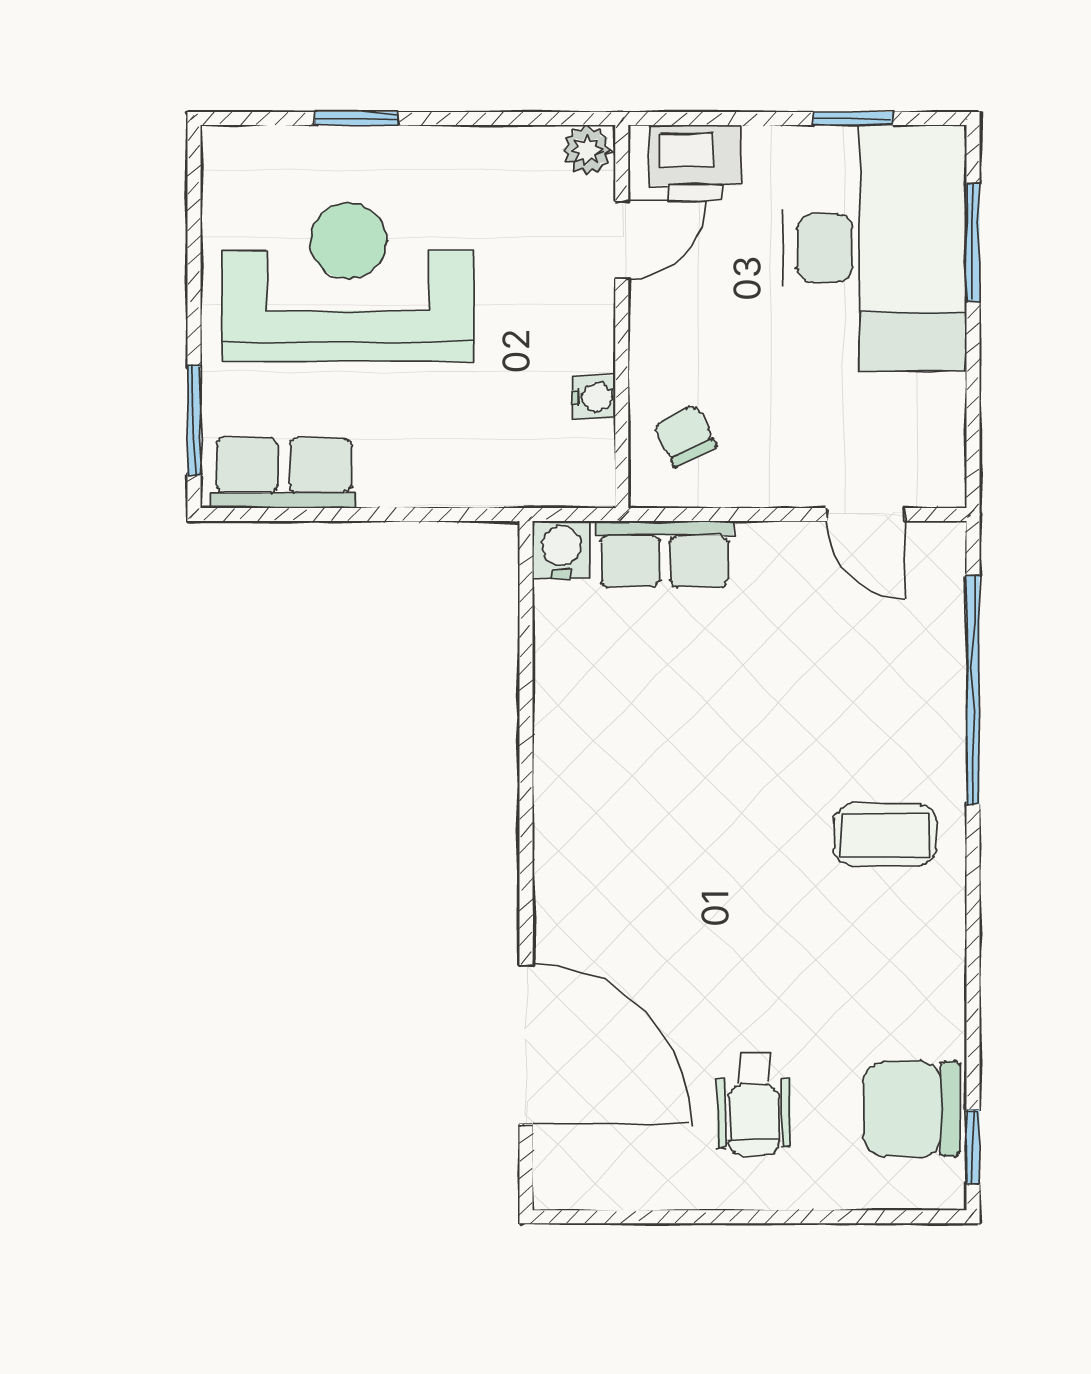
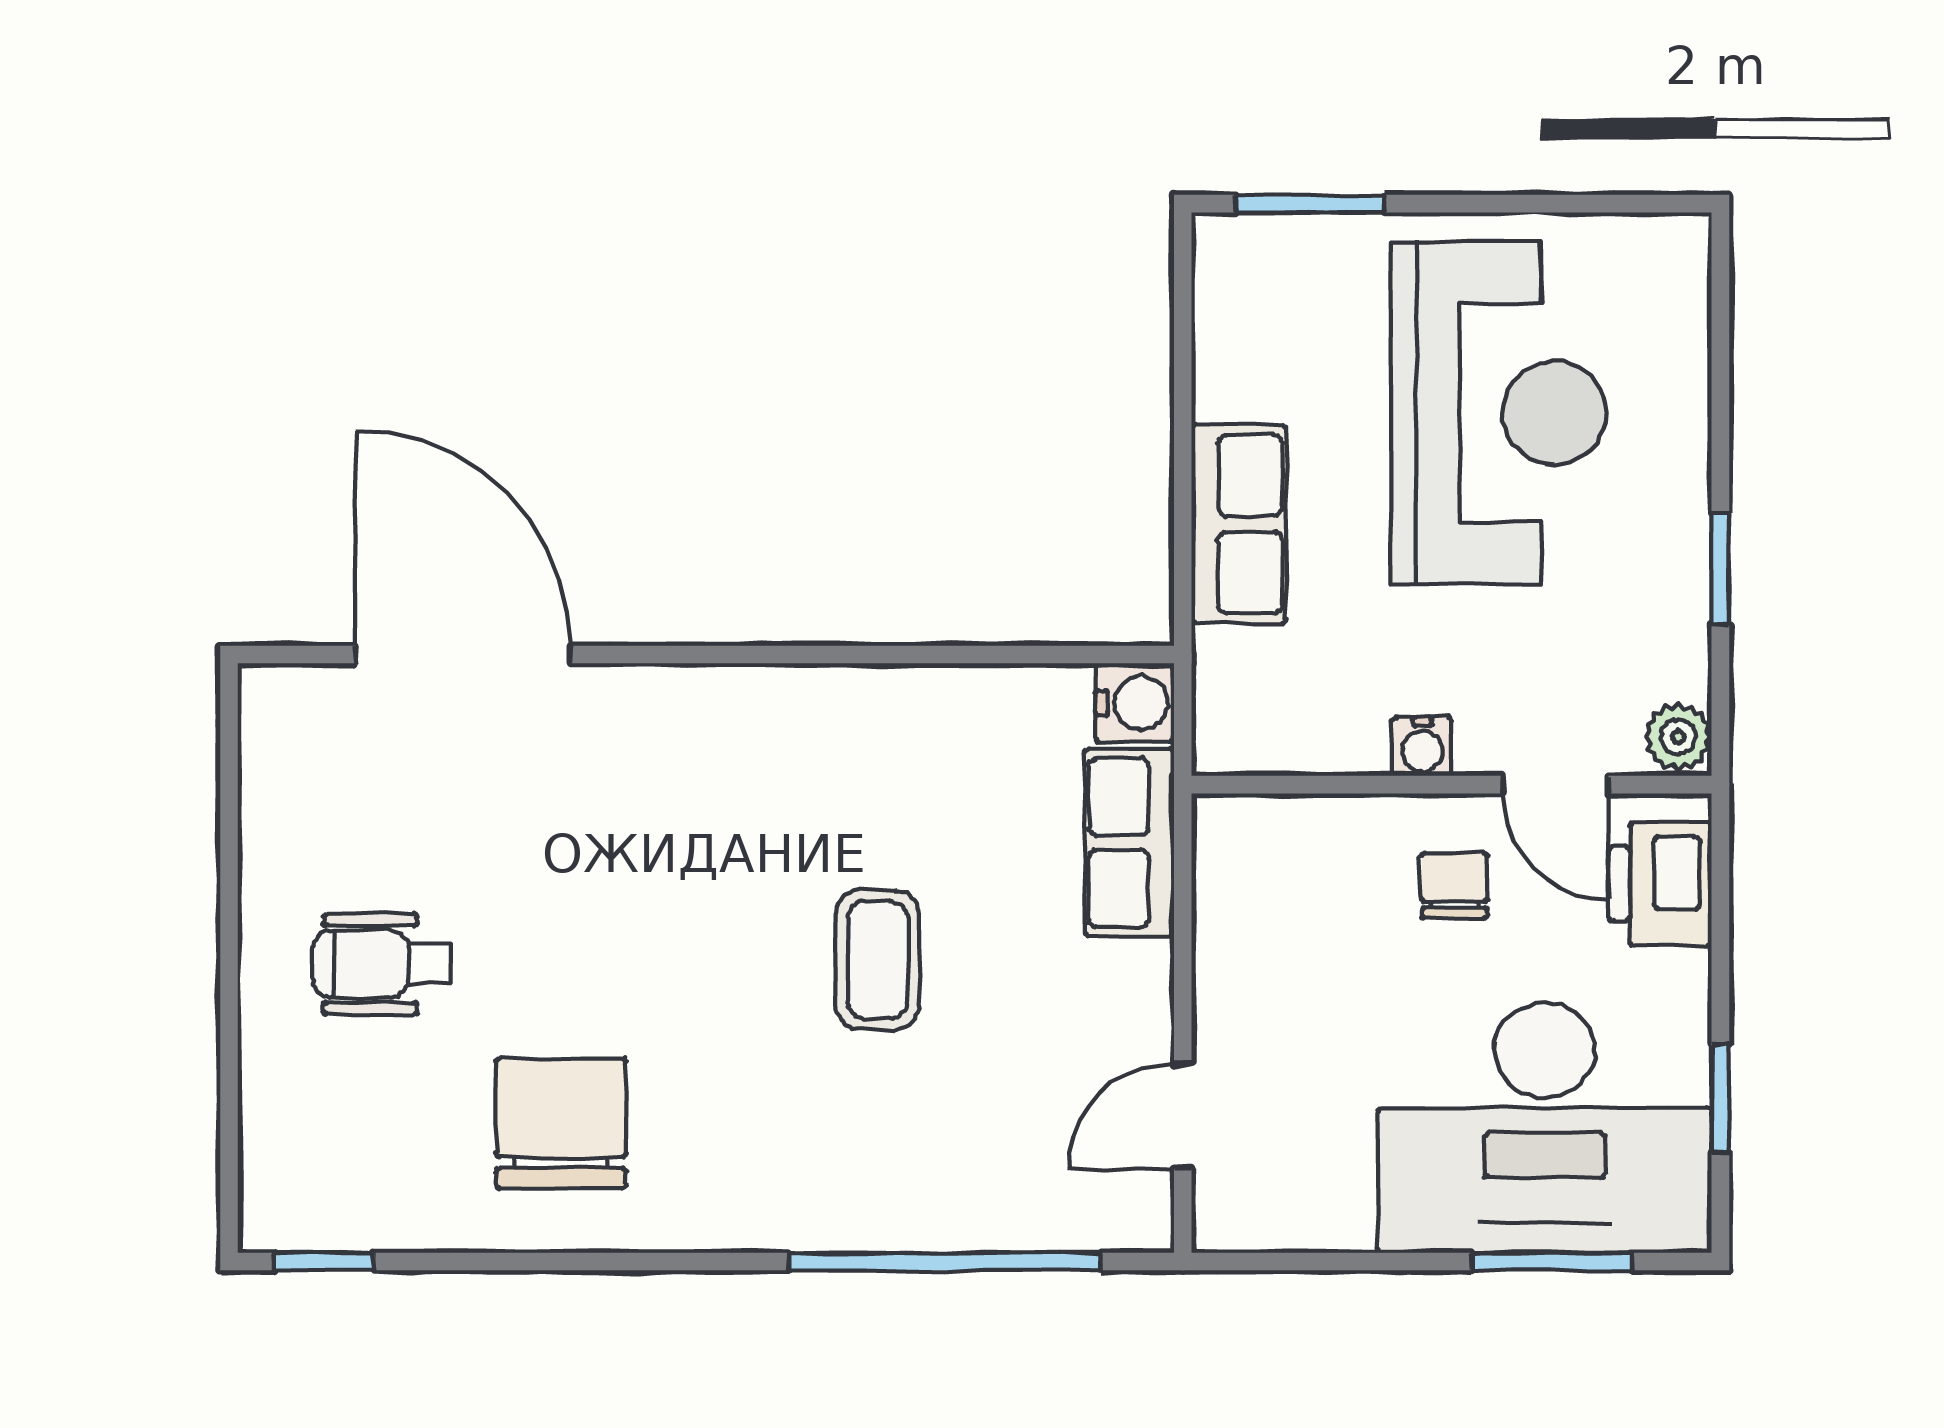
window: (357, 119) -> (1720, 569), moved
water cooler: (594, 397) -> (1422, 747), moved
chair: (685, 436) -> (1454, 885), moved, turned -63
row of seats: (284, 473) -> (1239, 524), moved
coffee table: (885, 835) -> (878, 960), moved
door: (526, 1044) -> (463, 655), swing flipped
chair: (912, 1109) -> (561, 1124), moved

